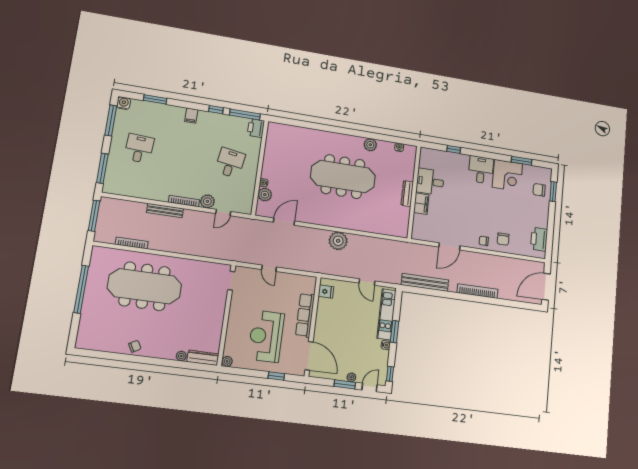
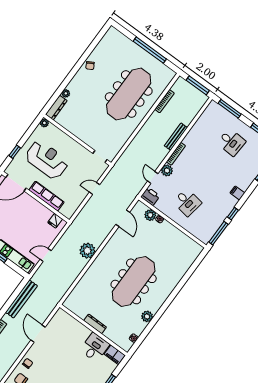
printer: (256, 128) -> (150, 196), moved
filing cabinet: (421, 204) -> (115, 355), moved

